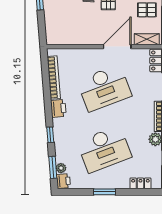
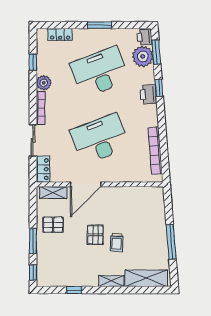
printer: (58, 108) -> (148, 94), moved
plant: (61, 168) -> (143, 56), width x1.87, depth x1.87

